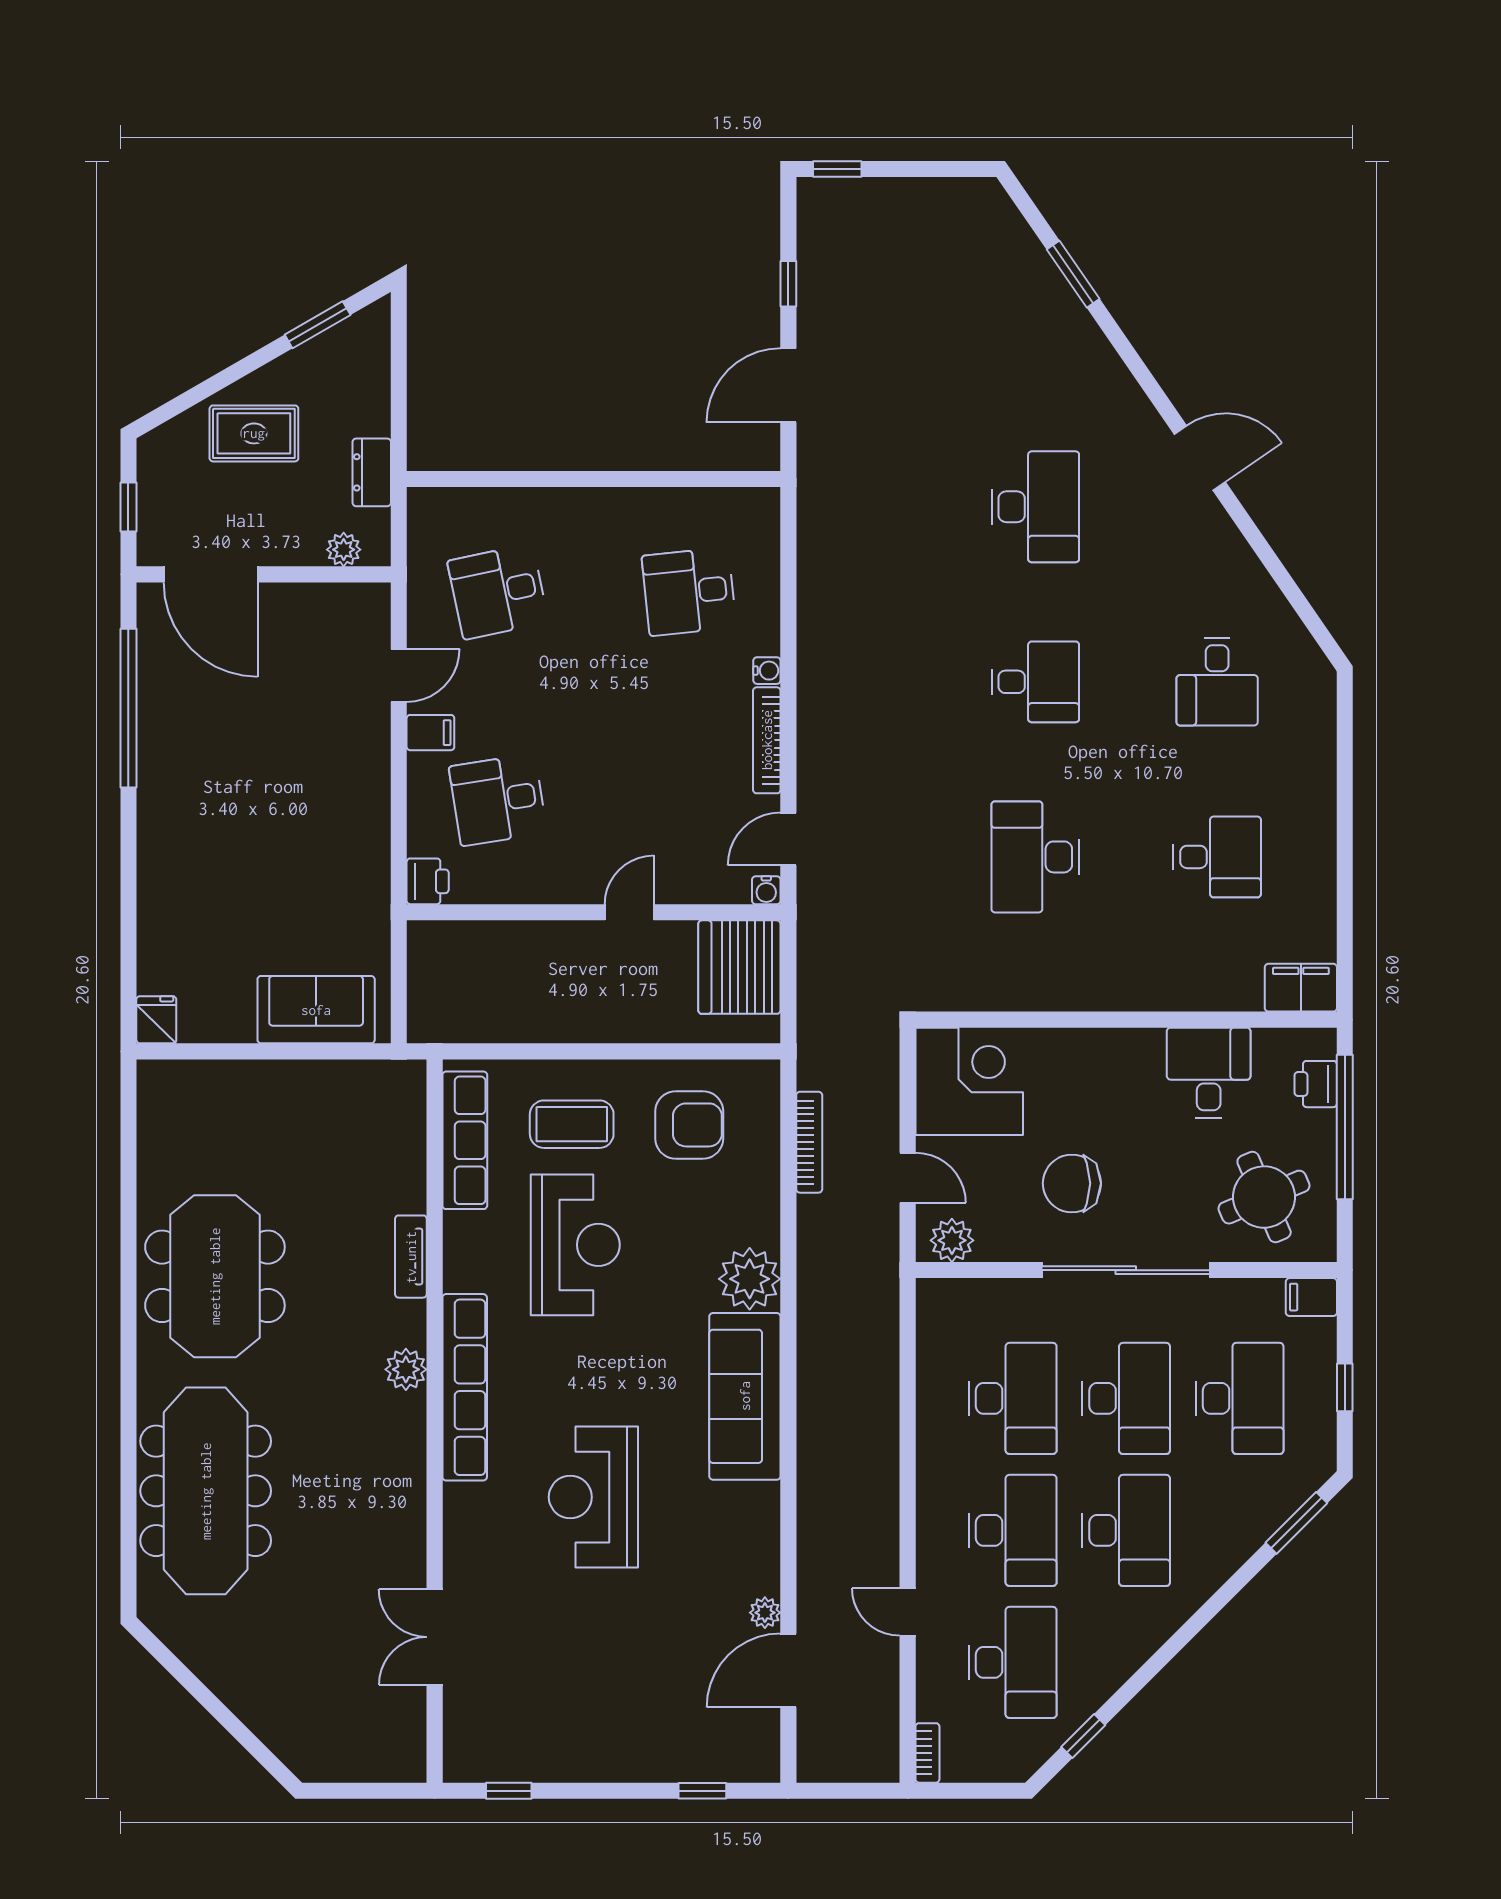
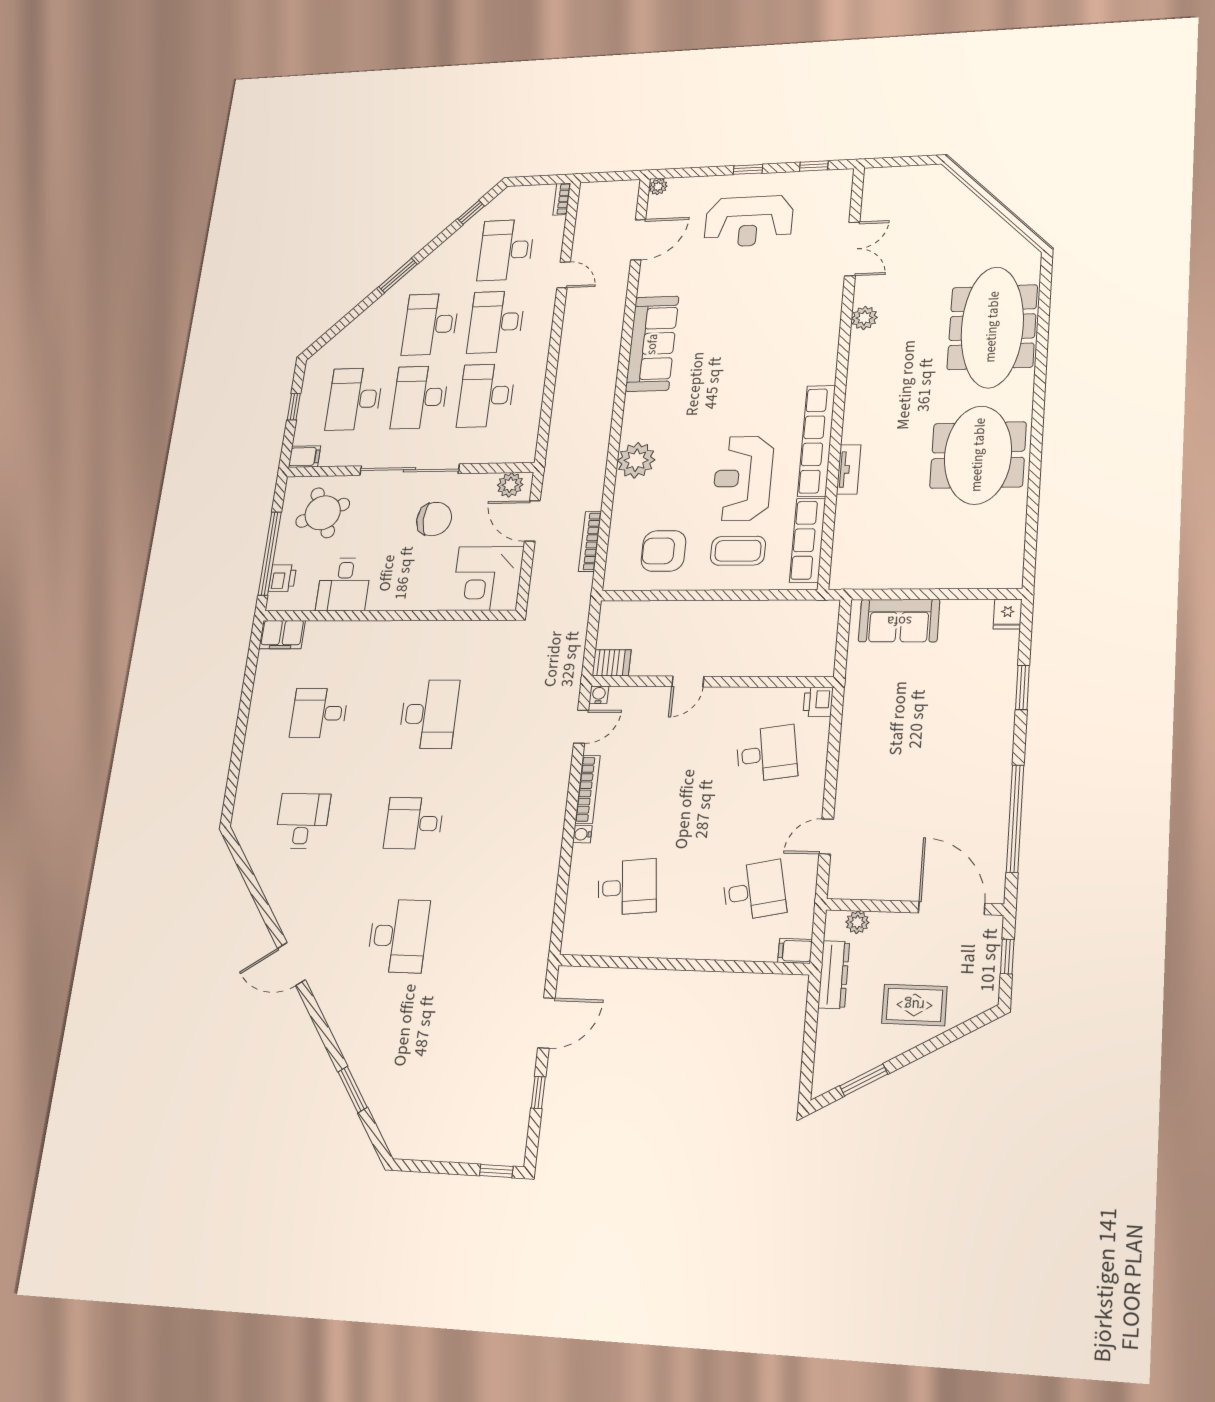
dresser: (372, 472) -> (834, 975), width x1.44
desk: (1035, 507) -> (398, 936), turned 180
filing cabinet: (430, 733) -> (795, 951), moved
window: (128, 906) -> (1022, 688), added
server rack: (739, 967) -> (612, 663), width x0.46, depth x0.70
door: (908, 1178) -> (532, 521), width x1.38
plant: (406, 1369) -> (864, 318), moved
row of seats: (465, 1387) -> (817, 441), moved
sofa: (745, 1396) -> (652, 344), moved
reception desk: (593, 1497) -> (749, 221), moved, turned 90
window: (1296, 1523) -> (398, 276), moved
plant: (765, 1613) -> (658, 187), moved
window: (702, 1791) -> (748, 169), moved

